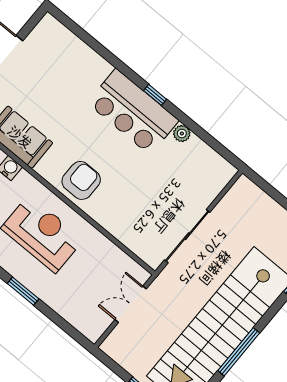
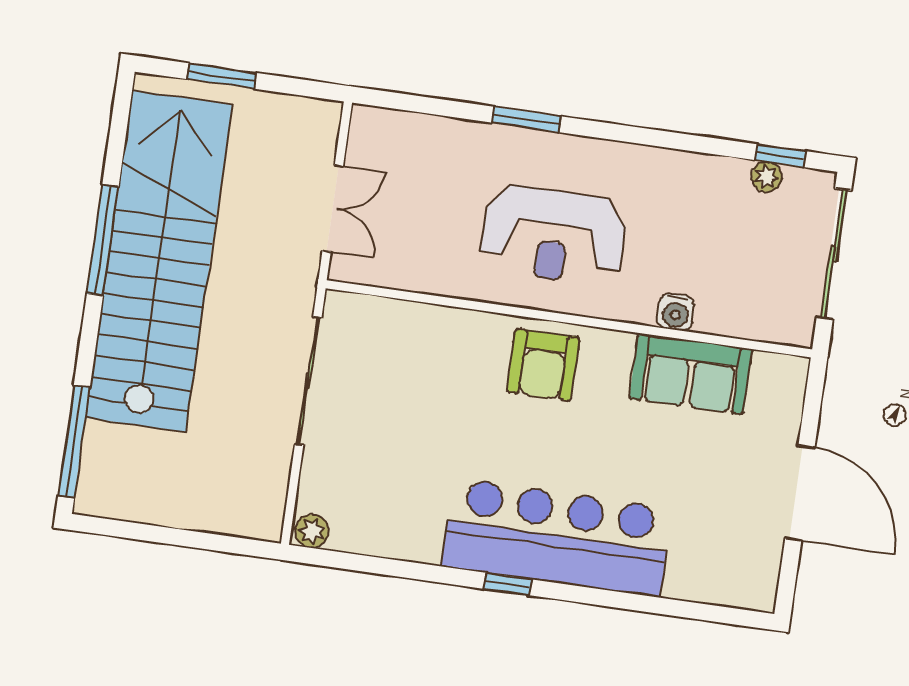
bar counter: (133, 112) -> (556, 537), width x1.36
plant: (182, 133) -> (312, 531), moved

